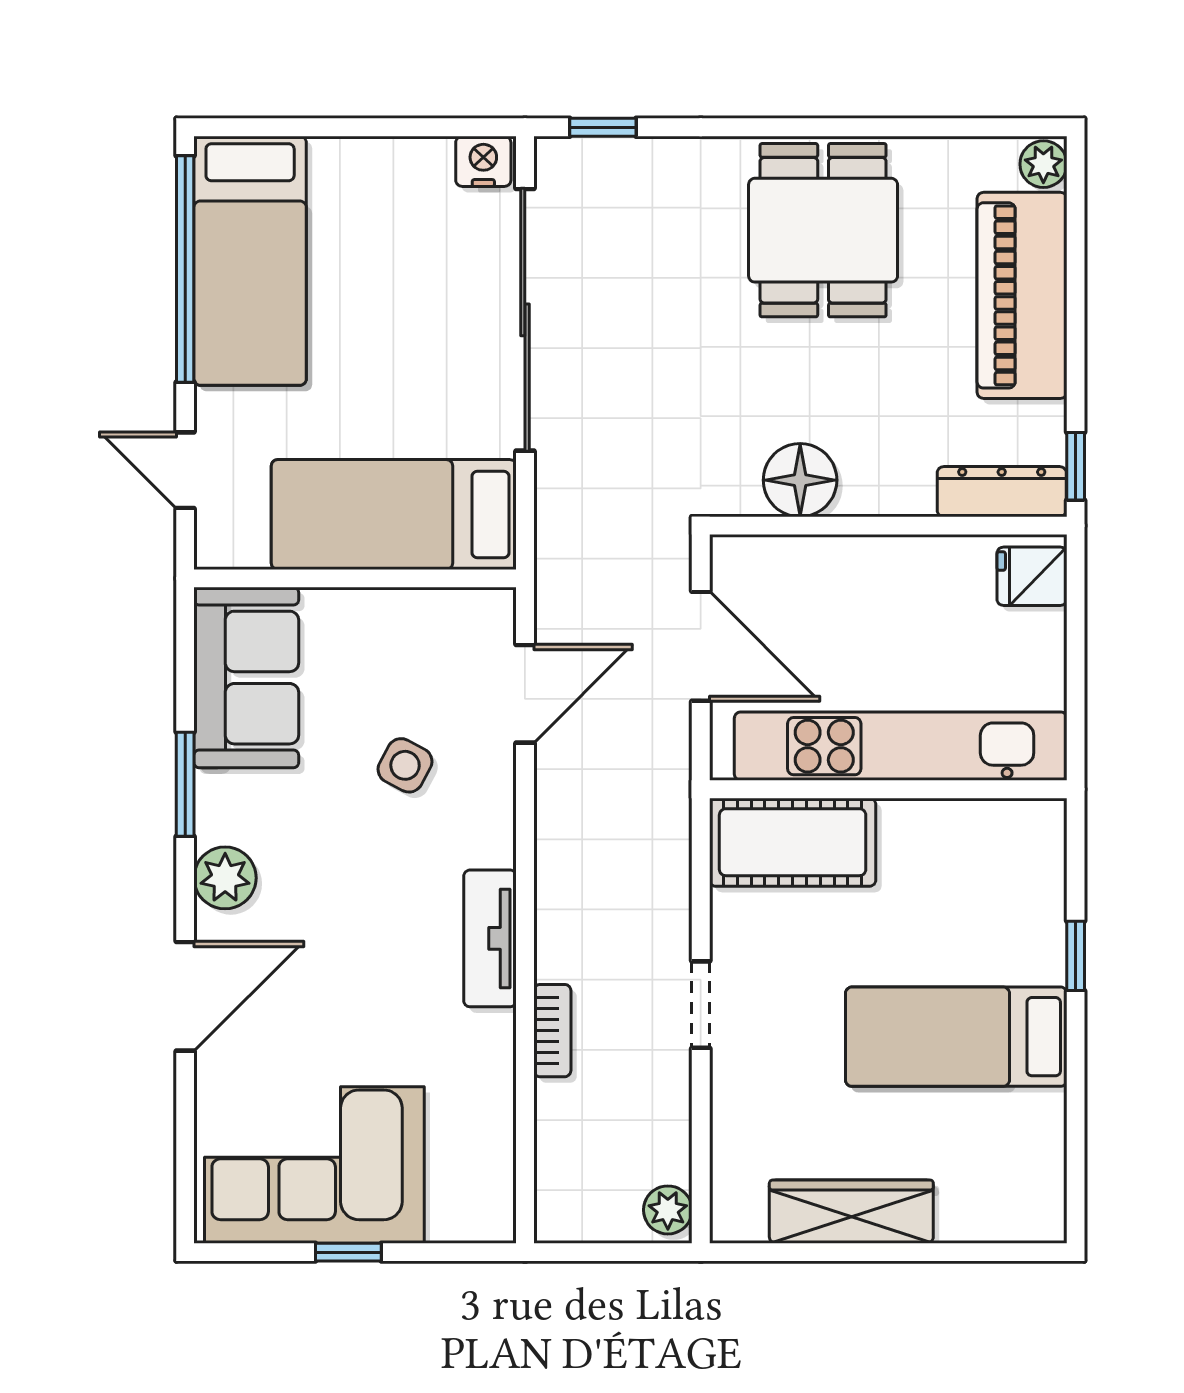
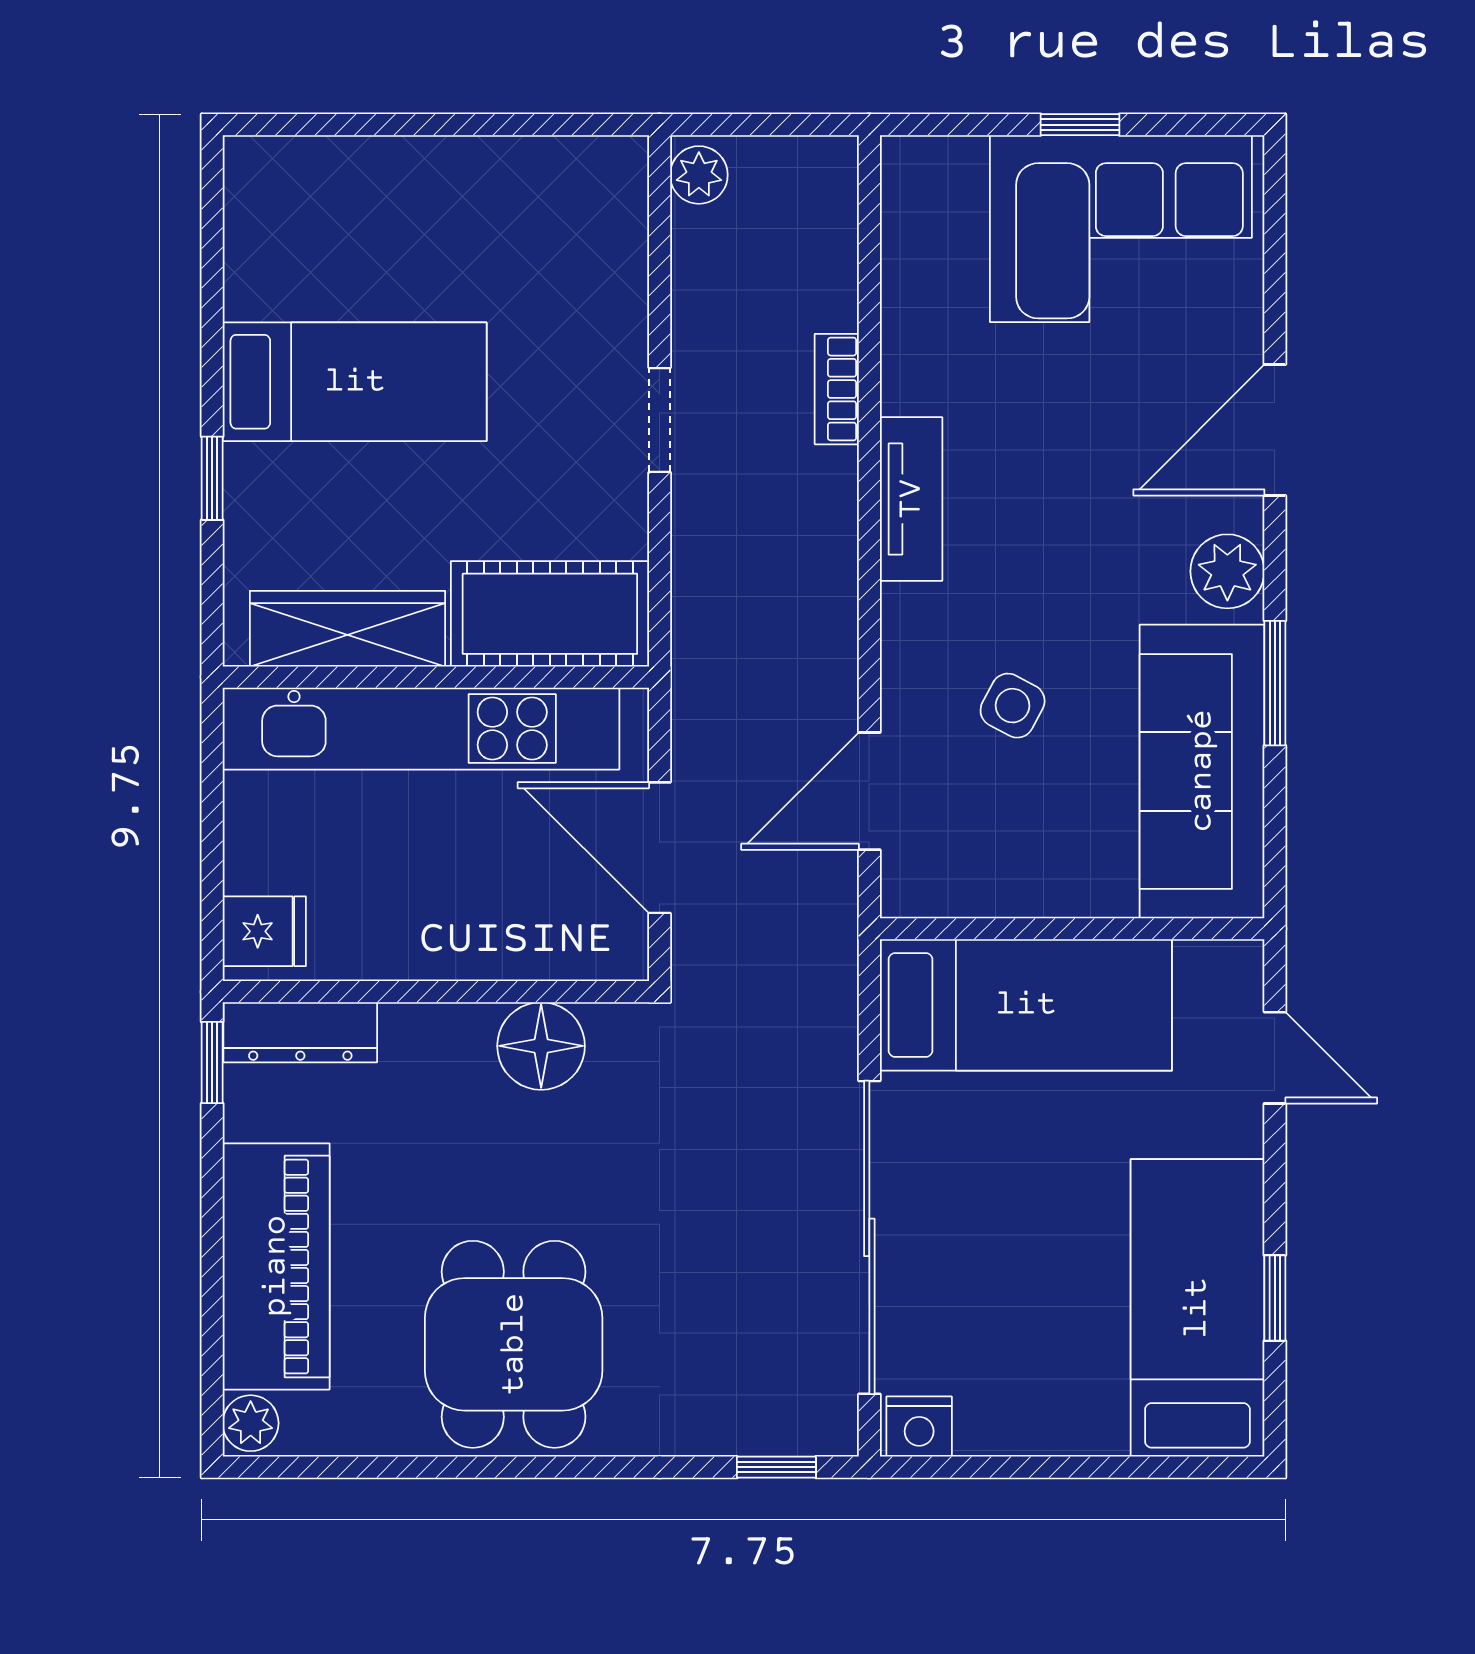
window: (185, 269) -> (1275, 1298), width x0.32
sofa: (246, 678) -> (1202, 771), width x1.36
wardrobe: (851, 1212) -> (348, 629), moved, turned 180

